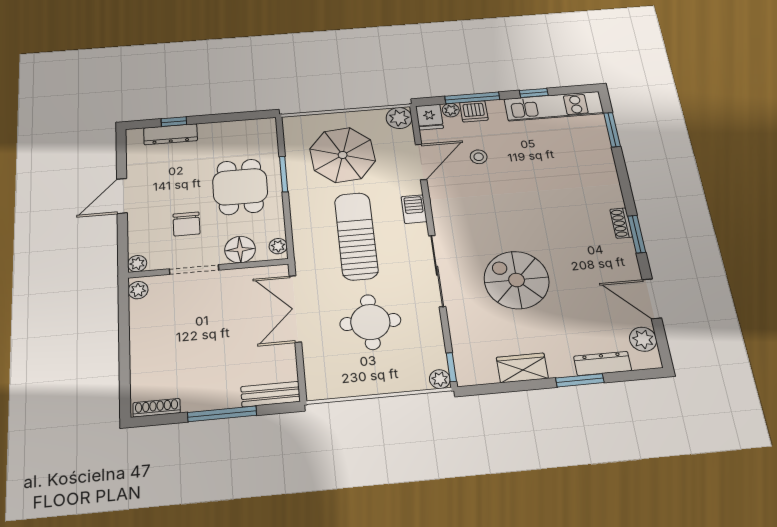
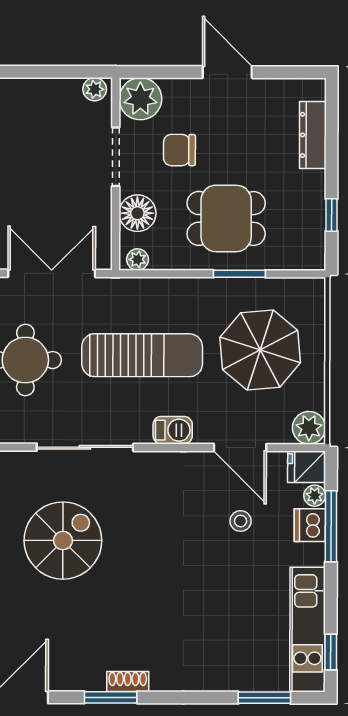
window: (534, 93) -> (331, 652), moved
window: (174, 122) -> (332, 215), moved
plant: (137, 264) -> (140, 99), width x1.88, depth x1.88

